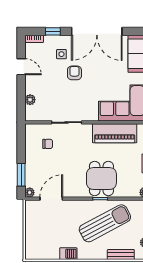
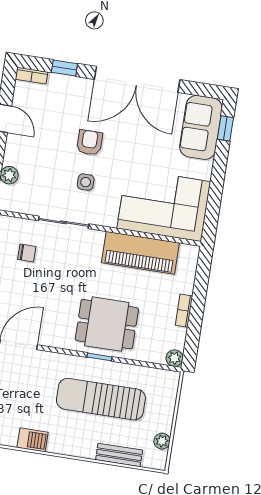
side table: (61, 54) -> (86, 182), moved
dining table: (101, 179) -> (107, 324), turned 90
sun lounger: (105, 223) -> (101, 399), turned -152

